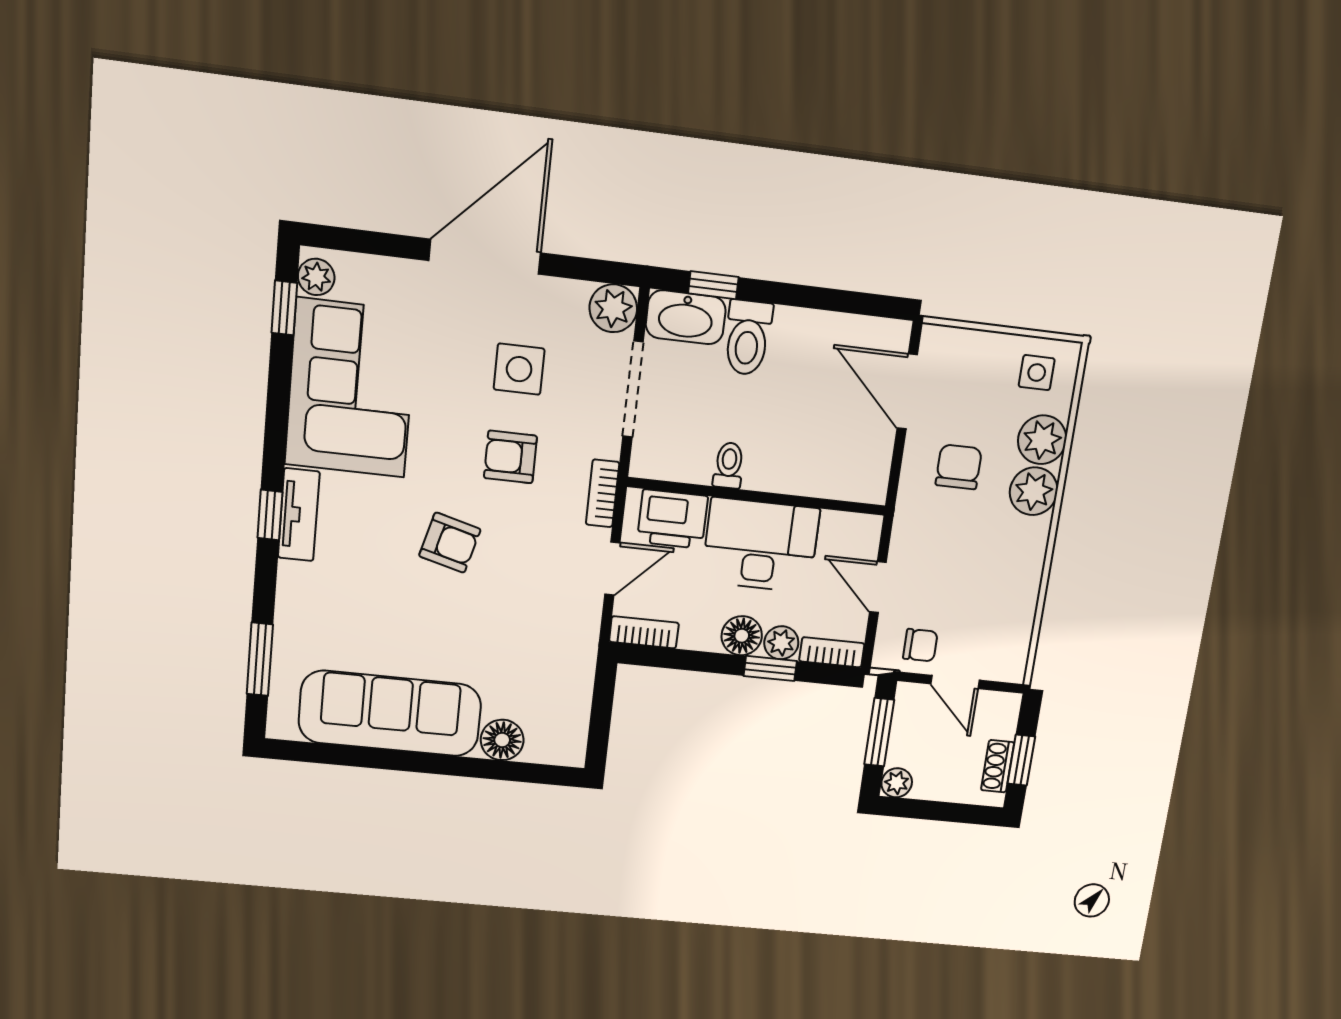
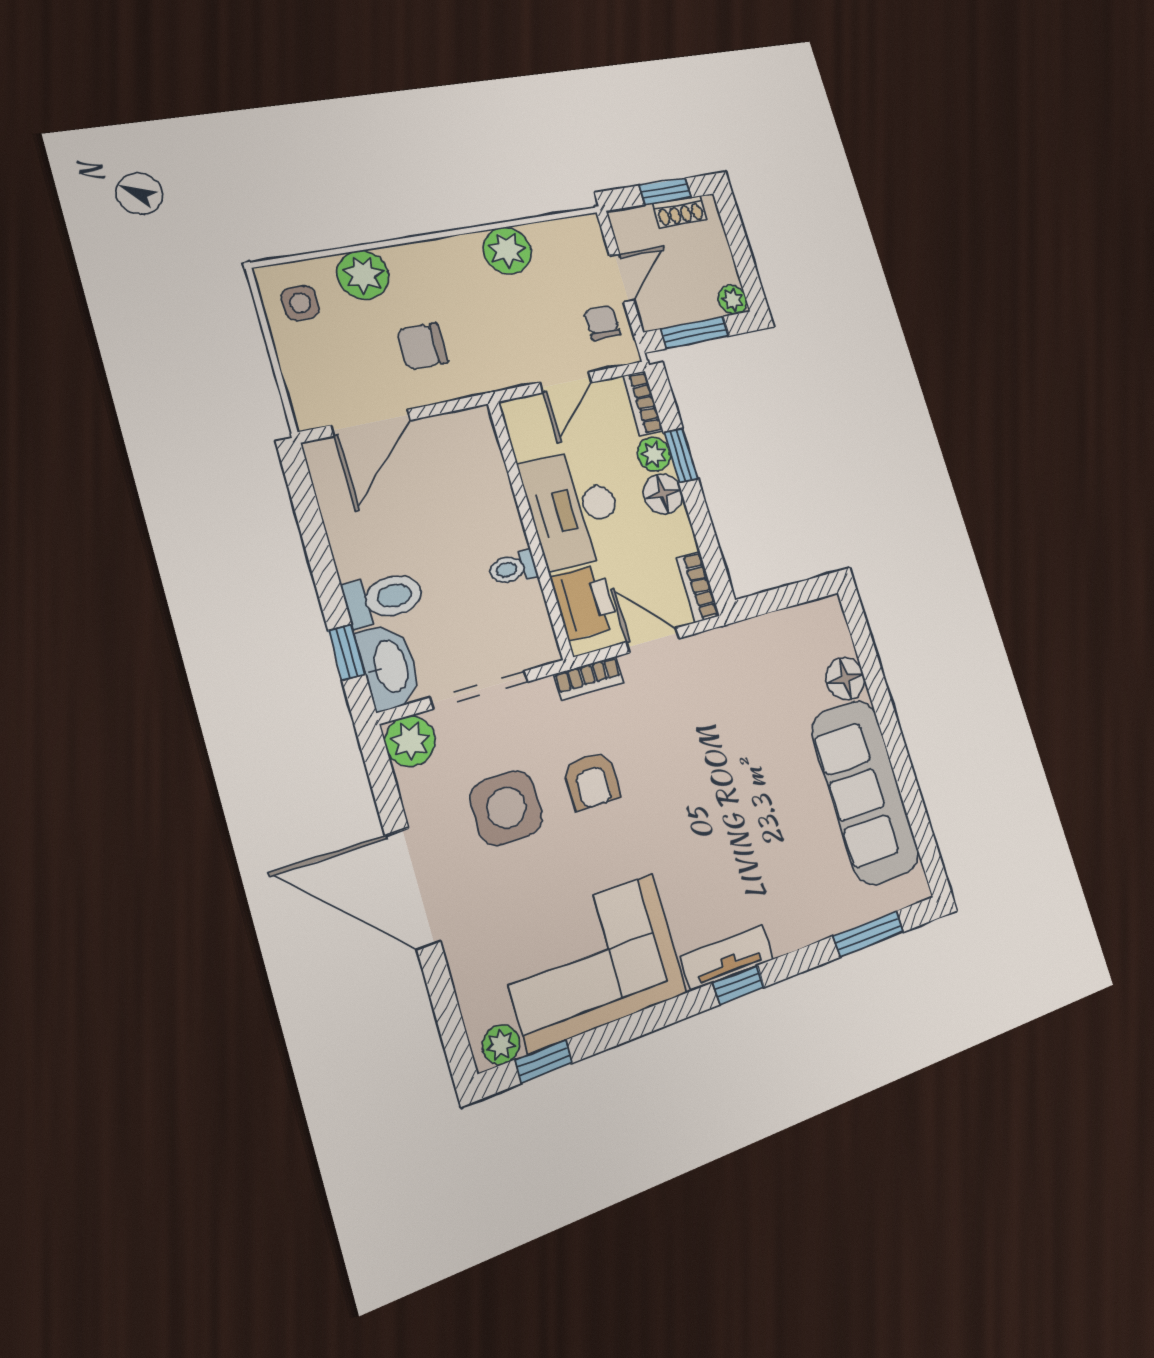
side table: (519, 369) -> (506, 808), width x1.37, depth x1.37
plant: (1034, 491) -> (507, 251), moved
armchair: (450, 543) -> (693, 804), removed

